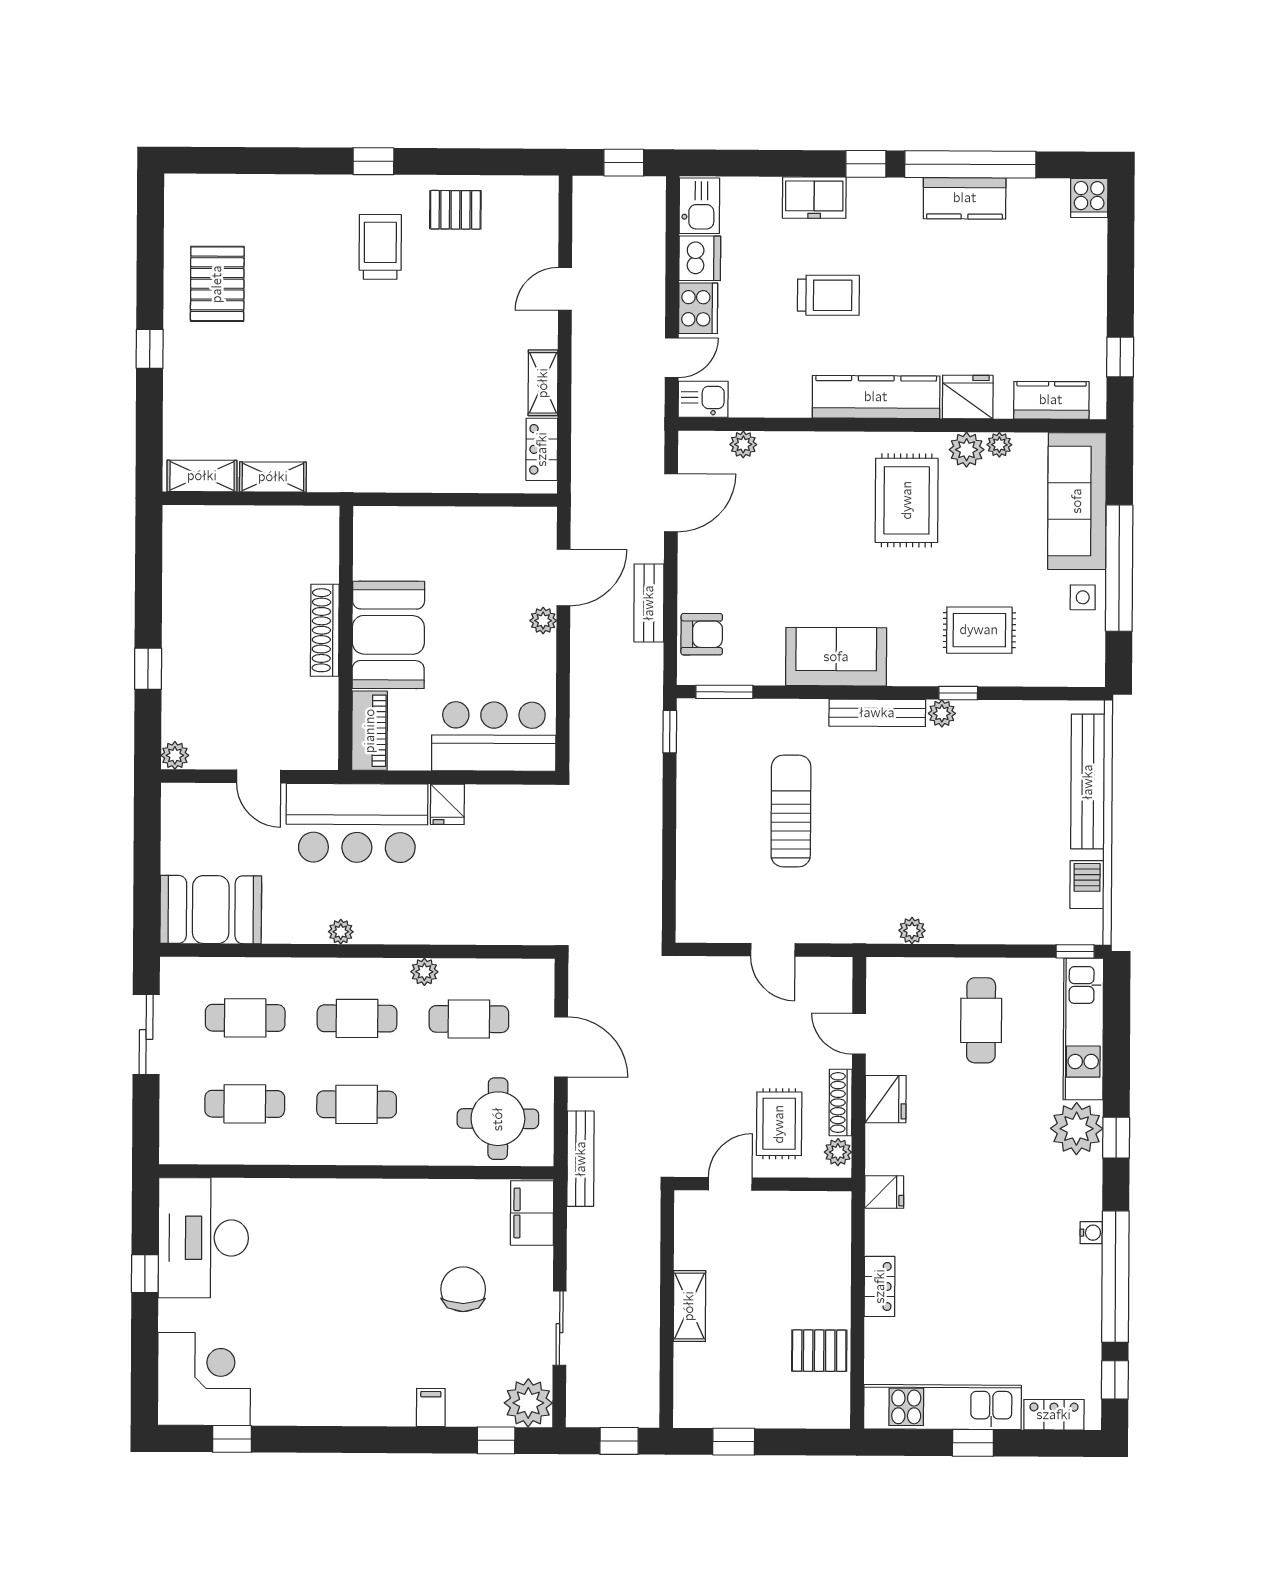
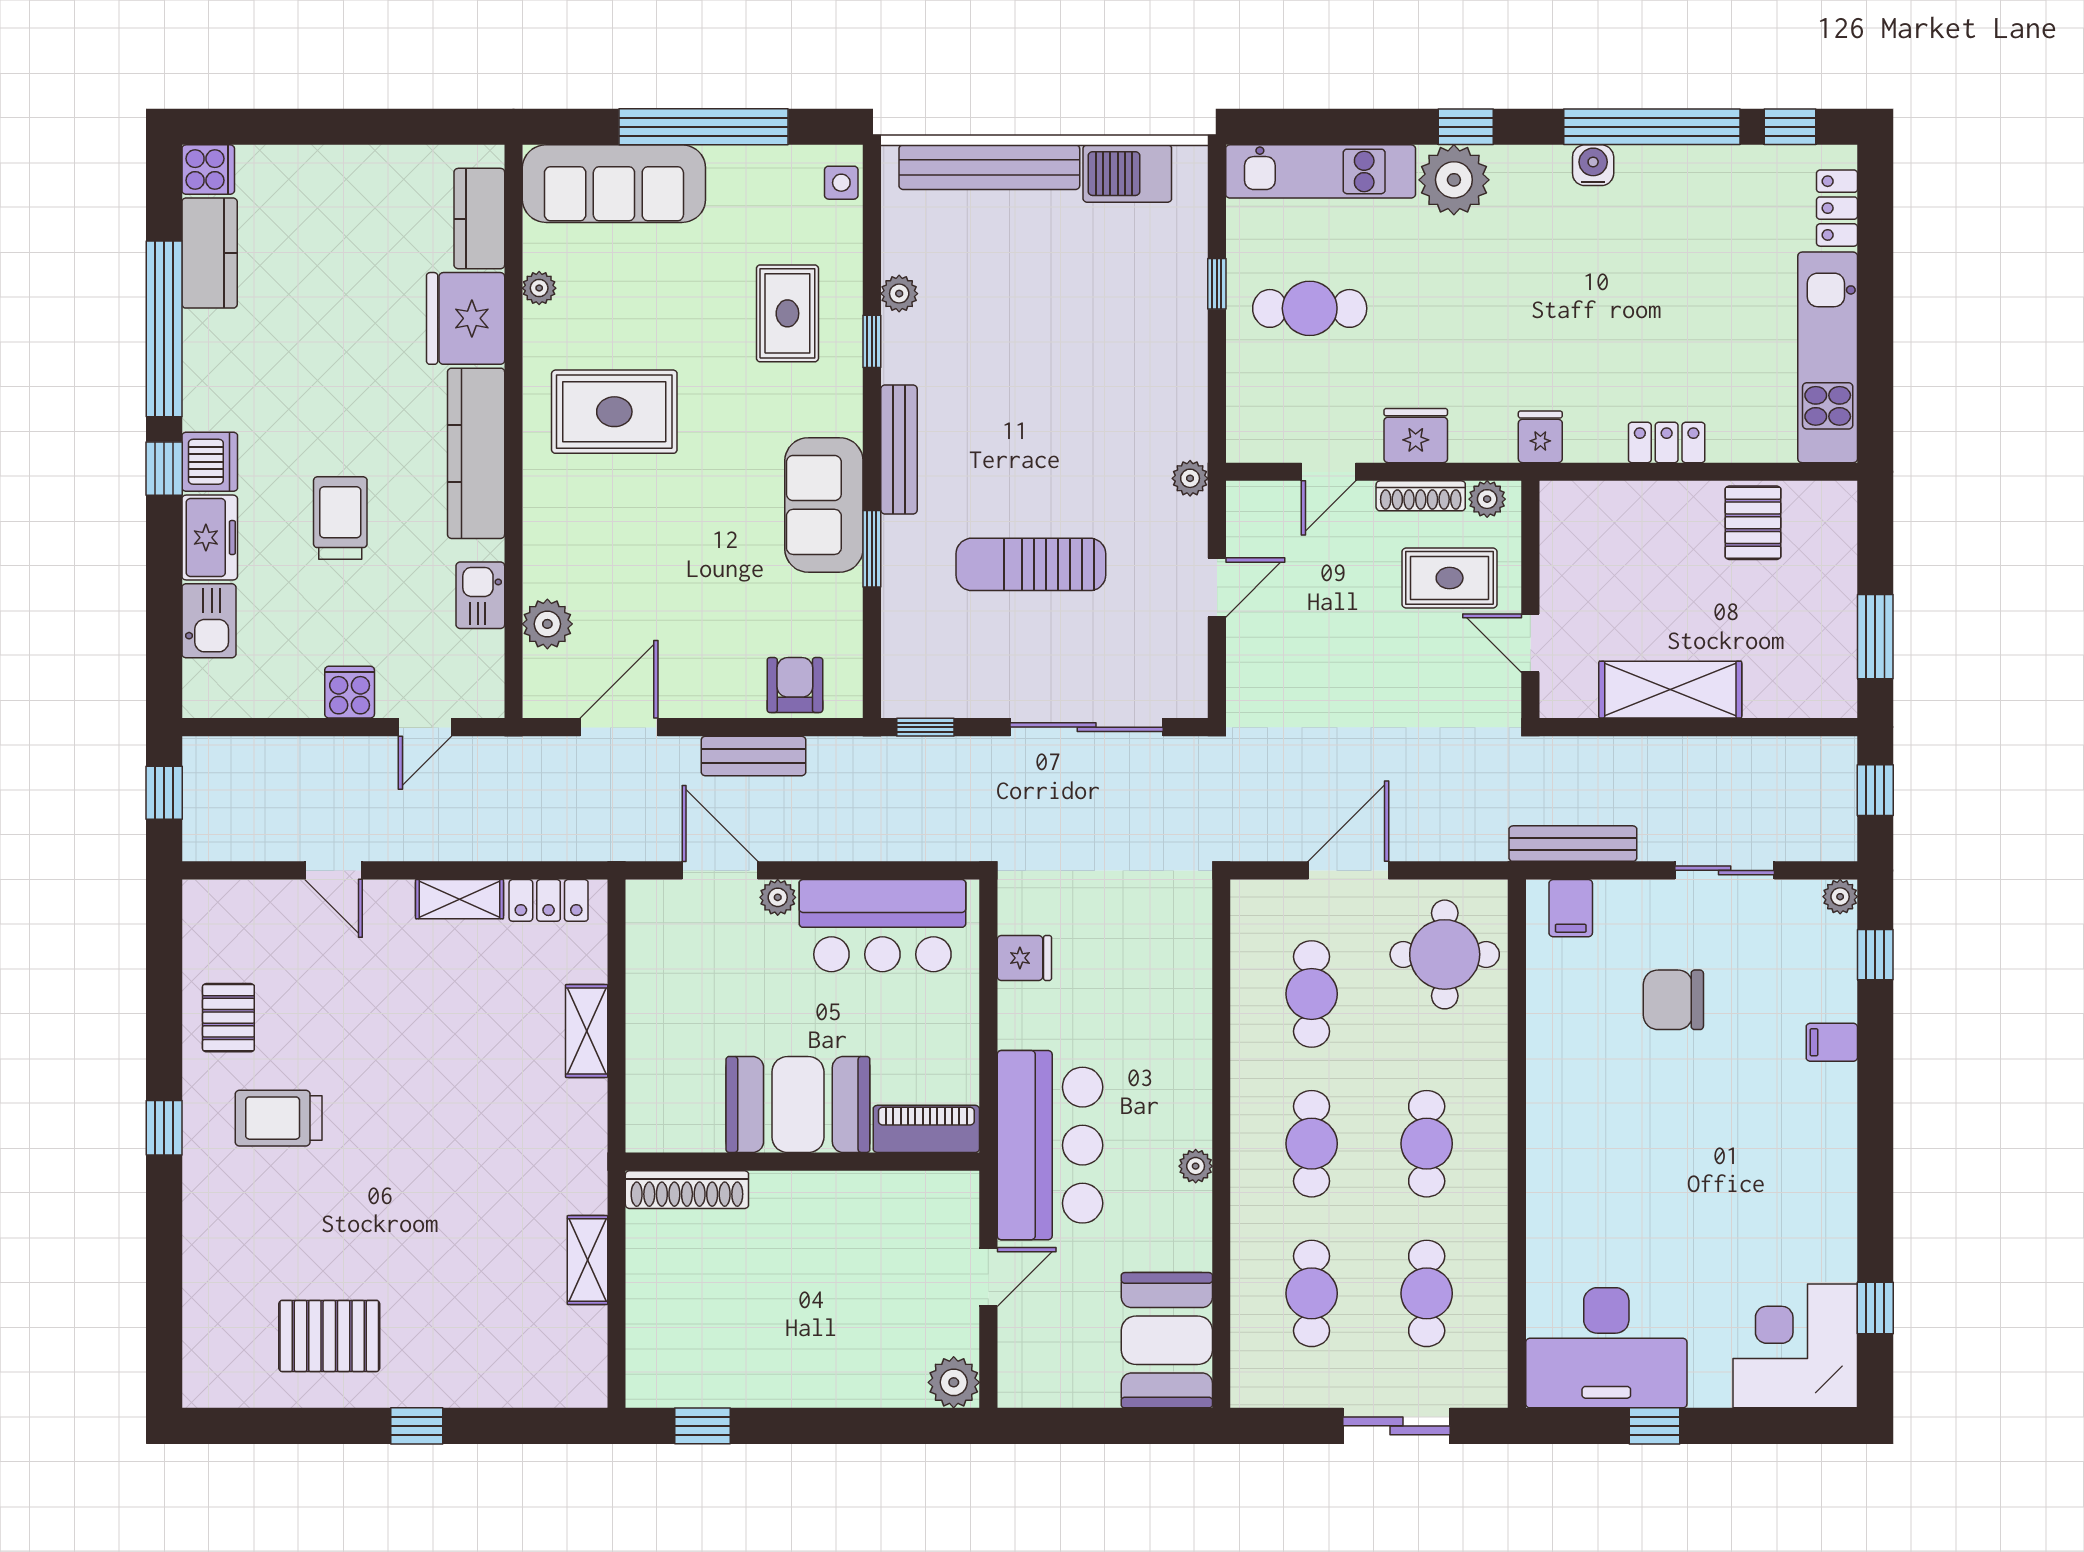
kitchen counter: (965, 198) -> (210, 253), moved
kitchen sink: (699, 206) -> (209, 621), moved, turned 90
dishwasher: (700, 258) -> (210, 462), moved, turned 90
cooker: (698, 308) -> (350, 692), width x0.73
window: (1120, 357) -> (421, 127), removed
door: (672, 358) -> (425, 727), swing flipped
fridge: (968, 397) -> (466, 318), width x1.36, depth x1.34
kitchen sink: (703, 399) -> (480, 595), moved
plant: (743, 444) -> (547, 624), width x1.38, depth x1.38
plant: (967, 450) -> (546, 332), removed
shelving: (202, 476) -> (587, 1031), moved
door: (671, 503) -> (619, 727), hinge flipped
side table: (1083, 597) -> (841, 183), moved
shoe rack: (325, 630) -> (687, 1190), moved
window: (148, 669) -> (702, 1426), moved
window: (724, 692) -> (872, 549), moved
plant: (942, 713) -> (899, 294), moved
bar counter: (494, 736) -> (882, 926), moved, turned -90
plant: (175, 755) -> (954, 1382), width x1.38, depth x1.38
fridge: (447, 804) -> (1024, 958), moved
sliding door: (669, 852) -> (1087, 727), added
barbecue: (1087, 885) -> (1127, 174), width x1.38, depth x1.27
plant: (912, 931) -> (1190, 478), moved
window: (1075, 951) -> (1217, 284), moved
plant: (424, 972) -> (1249, 1054), removed
sliding door: (146, 1034) -> (1397, 1426), moved
bench: (581, 1159) -> (1573, 844), moved
filing cabinet: (532, 1213) -> (1571, 908), width x0.50
water cooler: (1091, 1233) -> (1593, 165), width x1.38, depth x1.38
shelving: (689, 1306) -> (1670, 690), width x1.50, depth x1.33
plant: (528, 1403) -> (1840, 897), width x0.53, depth x0.53
window: (734, 1442) -> (1875, 637), width x1.50
window: (973, 1443) -> (1875, 316), removed

